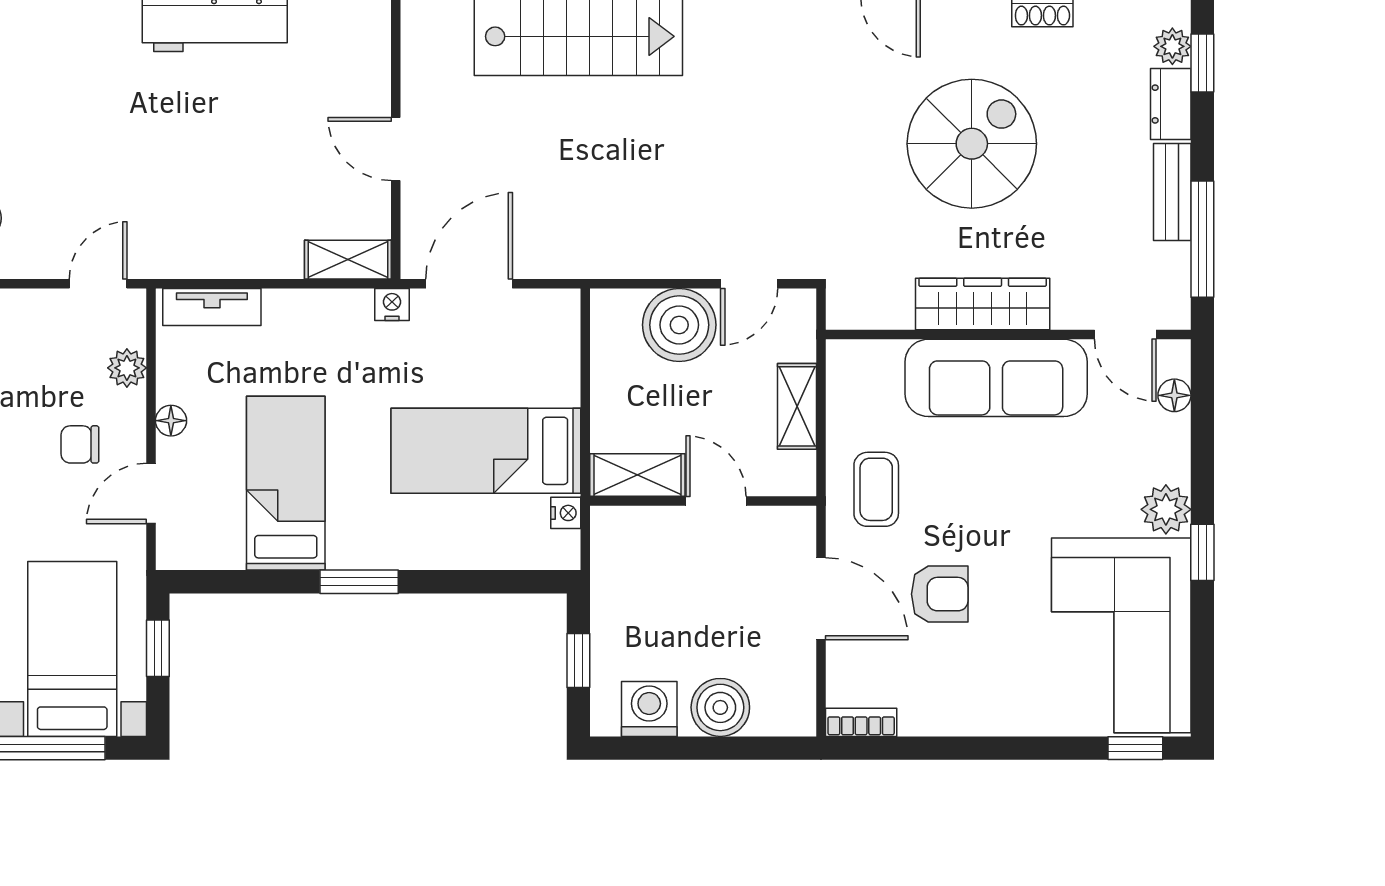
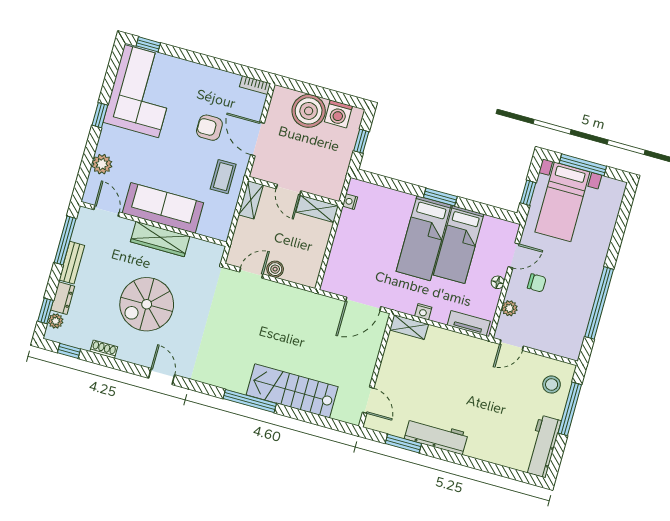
door: (396, 149) -> (368, 400), moved
nightstand: (392, 304) -> (423, 312), moved
boiler: (679, 325) -> (275, 269), width x0.54, depth x0.54
floor lamp: (1174, 395) -> (94, 181), removed
shelving: (797, 406) -> (251, 200), moved
bed: (486, 451) -> (424, 238), moved, turned 90
plant: (1166, 509) -> (102, 164), moved
boiler: (720, 707) -> (309, 111), width x1.37, depth x1.37

